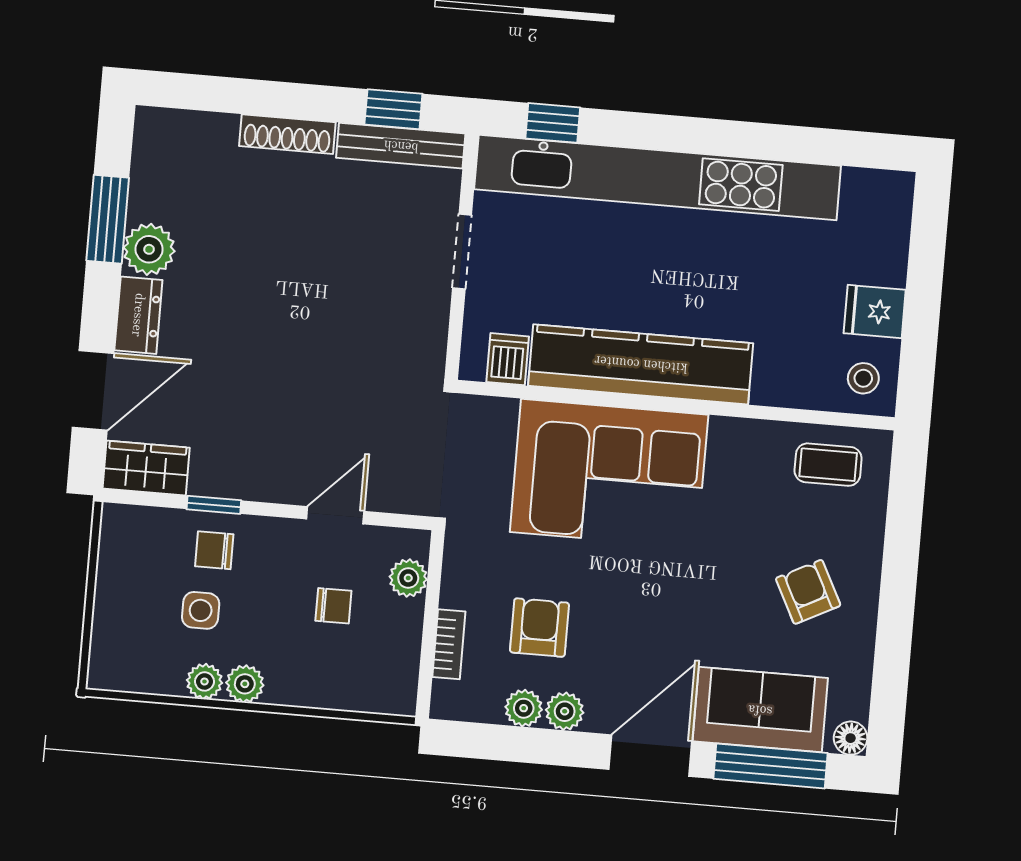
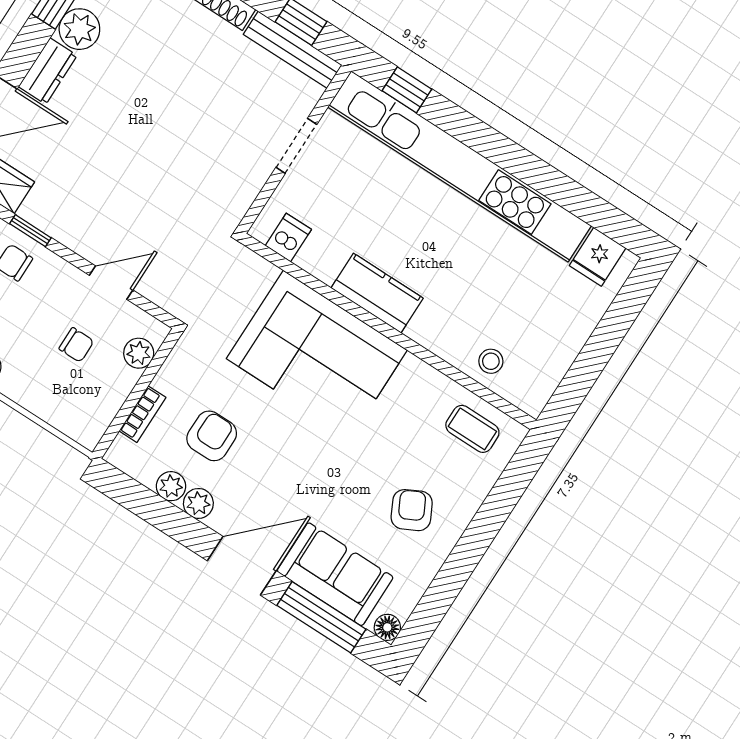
fridge: (875, 311) -> (598, 257), moved, turned -90
kitchen counter: (641, 364) -> (377, 293), width x0.48, depth x0.86
stool: (863, 378) -> (491, 361), moved

